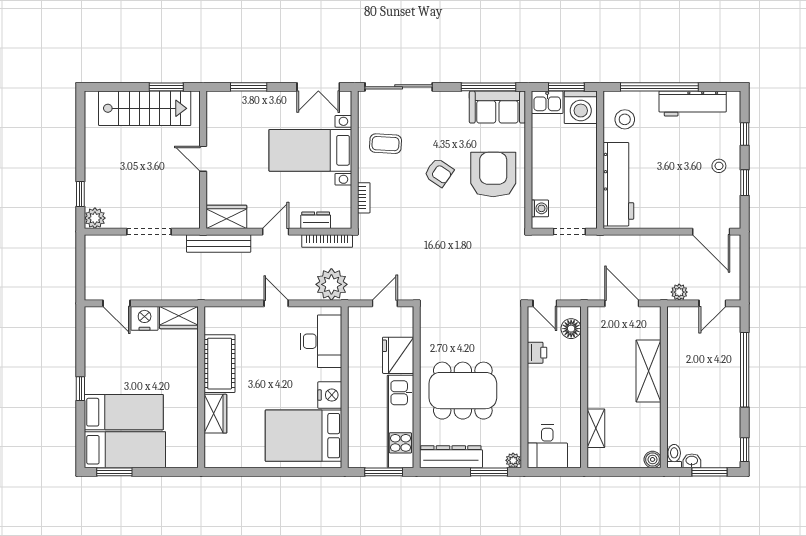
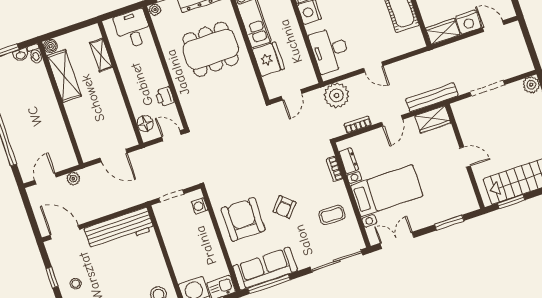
sofa: (497, 107) -> (265, 269), width x1.36
armchair: (439, 173) -> (284, 207), turned -83
armchair: (493, 175) -> (243, 219), turned 180
workbench: (618, 184) -> (119, 229), moved, turned -90
dresser: (316, 220) -> (349, 161), moved, turned -90
bookcase: (327, 241) -> (358, 125), width x0.64
shelving: (648, 371) -> (64, 76), moved

